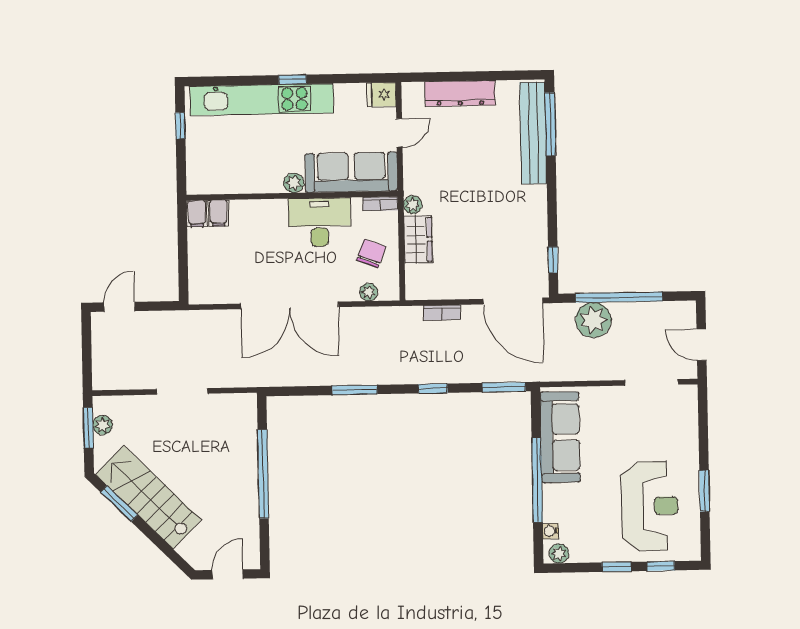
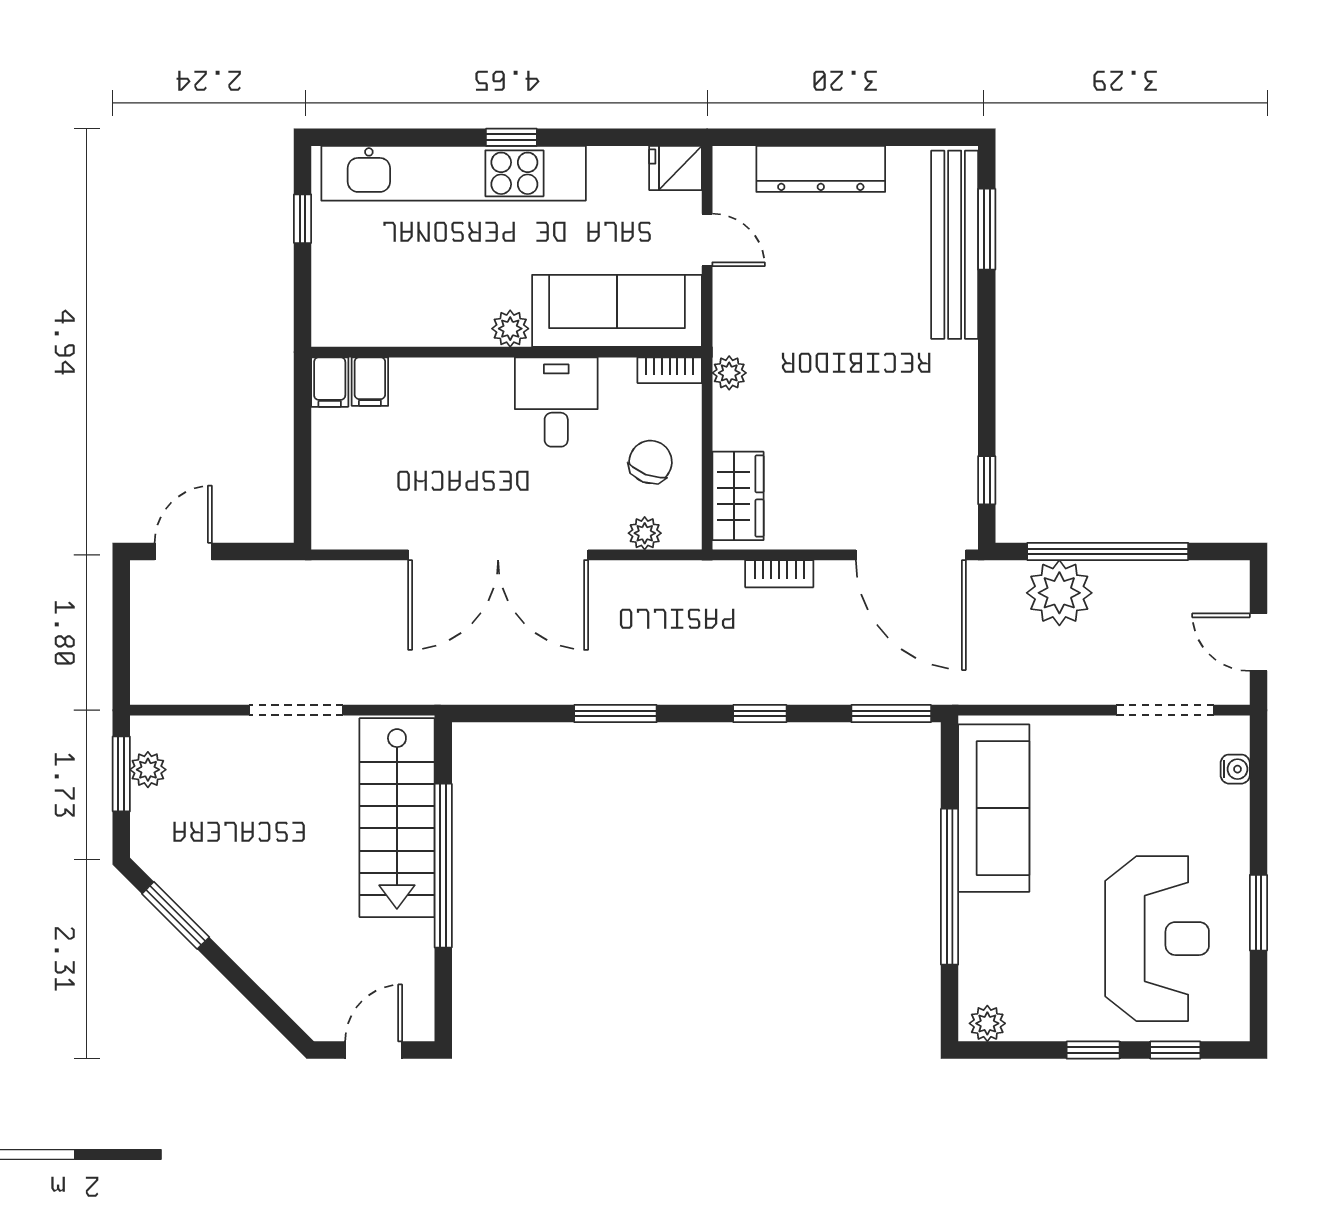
window: (550, 124) -> (987, 229), width x0.69
door: (399, 133) -> (707, 240), hinge flipped
desk: (319, 222) -> (556, 402), width x0.73
wardrobe: (418, 239) -> (738, 496), moved
stairs: (148, 497) -> (397, 818), moved, turned -135
water cooler: (551, 531) -> (1235, 769), moved, turned 180

